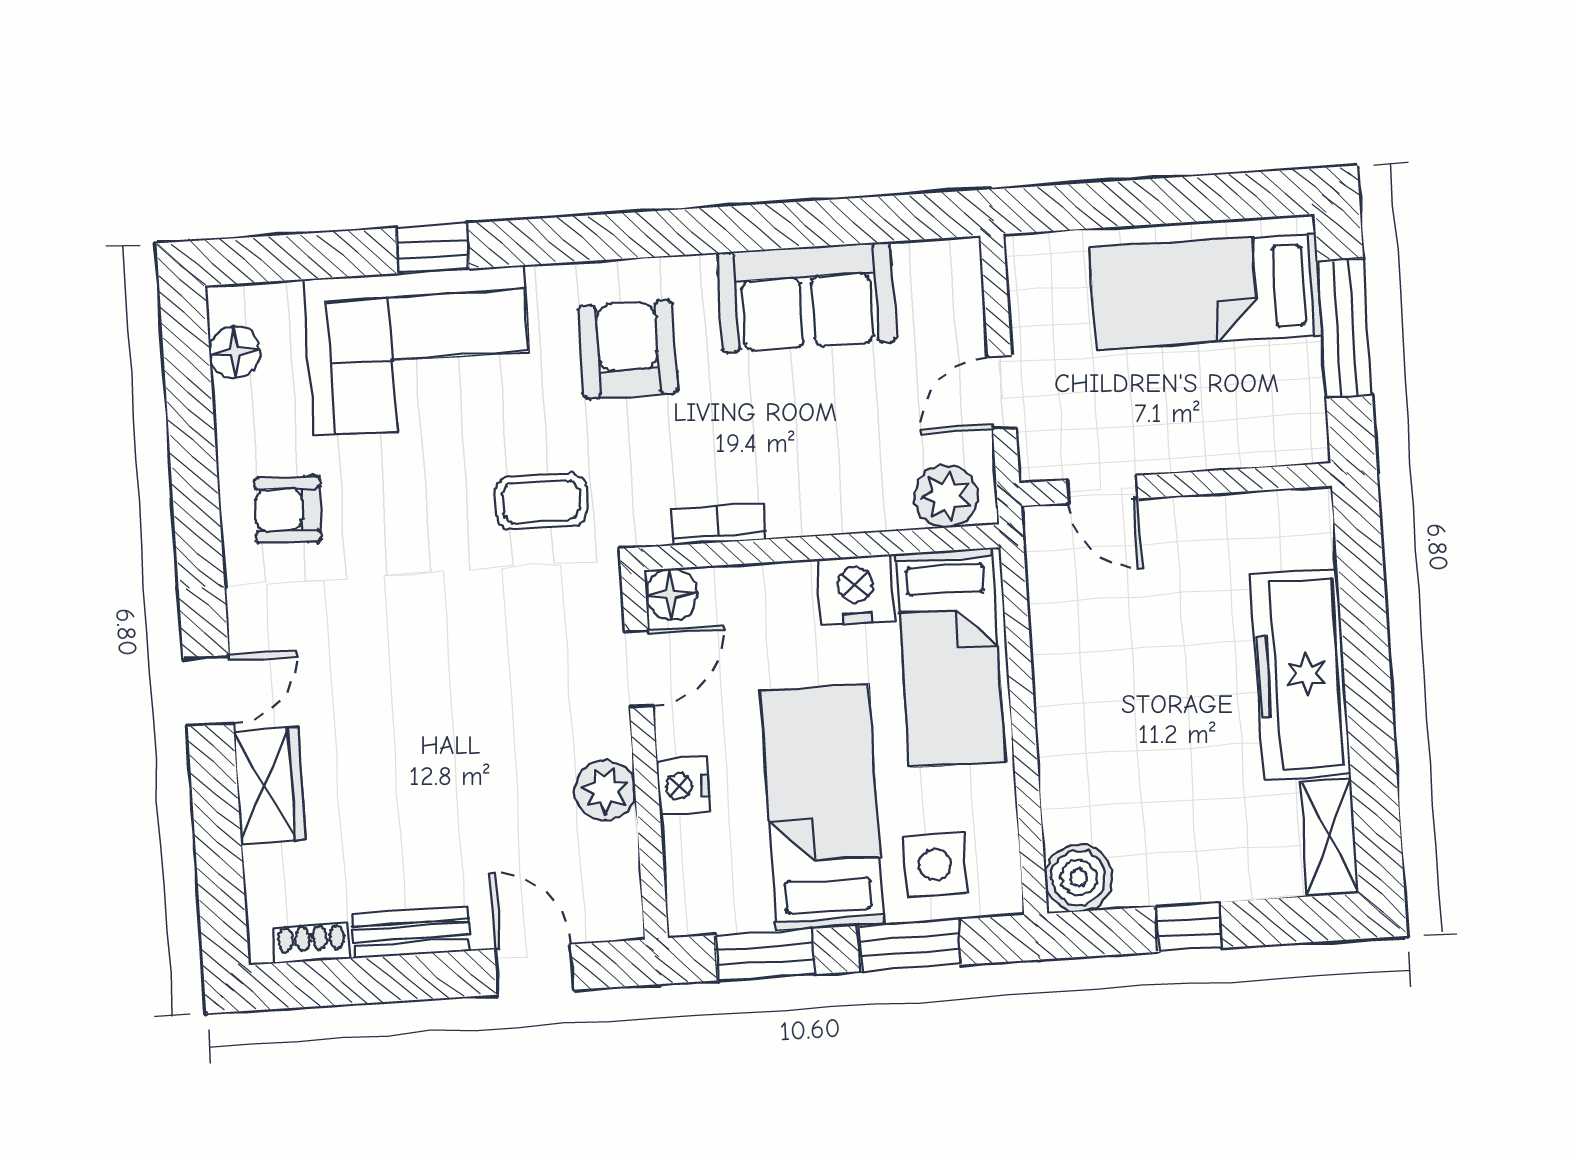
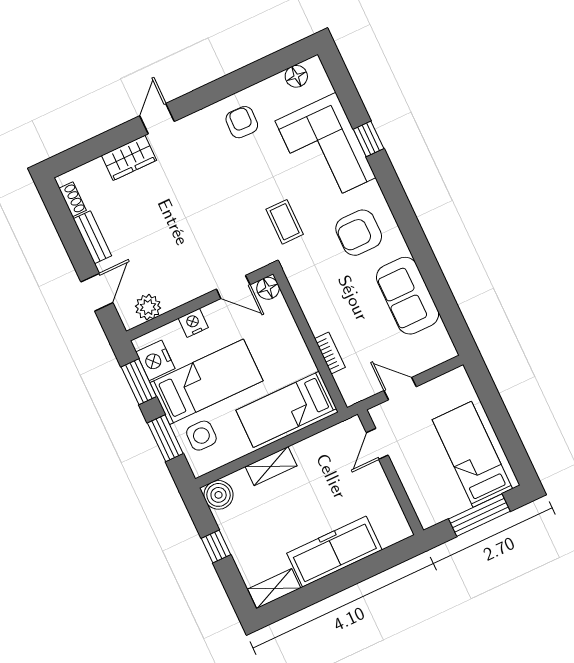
armchair: (628, 350) -> (359, 233), turned 180
plant: (946, 496) -> (350, 382), removed
bookcase: (718, 524) -> (330, 353), moved
nightstand: (856, 590) -> (155, 360), moved, turned 180
door: (208, 691) -> (157, 119), swing flipped
shelving: (1061, 739) -> (271, 466), added
plant: (605, 790) -> (148, 307), moved

